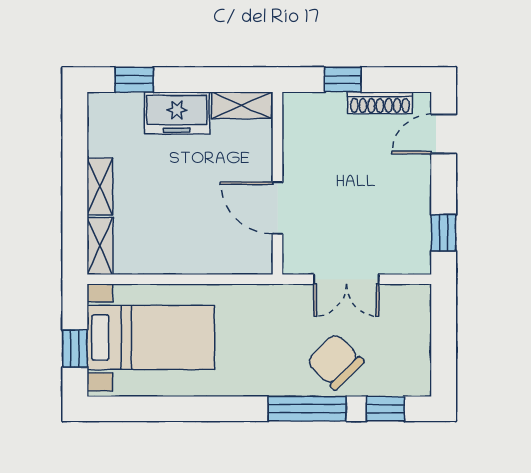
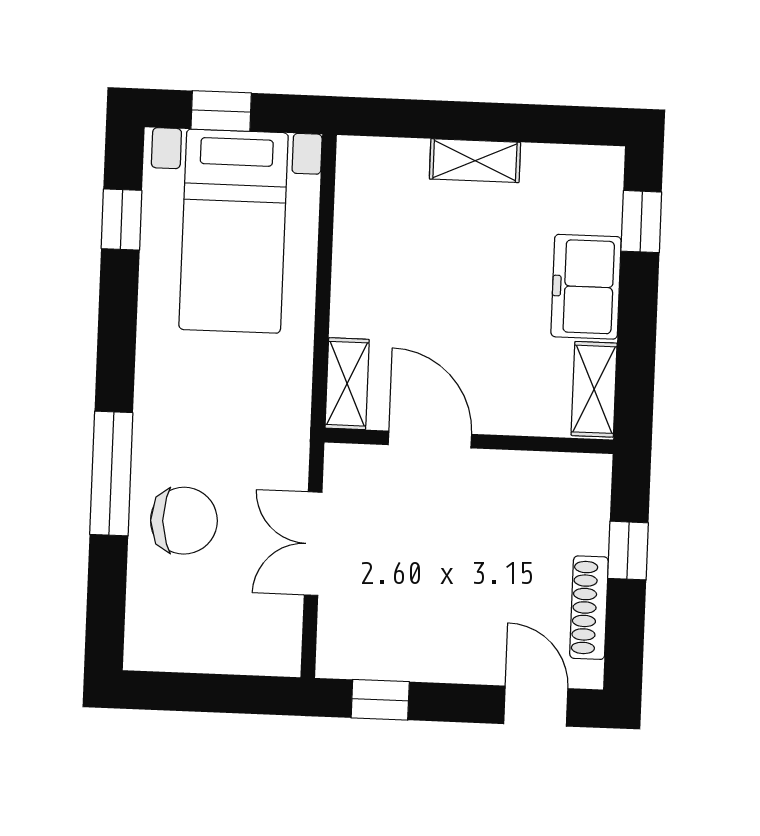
door: (277, 208) -> (430, 439), hinge flipped
shelving: (100, 246) -> (347, 384), moved, turned 90
chair: (335, 362) -> (184, 521), turned 43
window: (385, 409) -> (121, 220), moved

